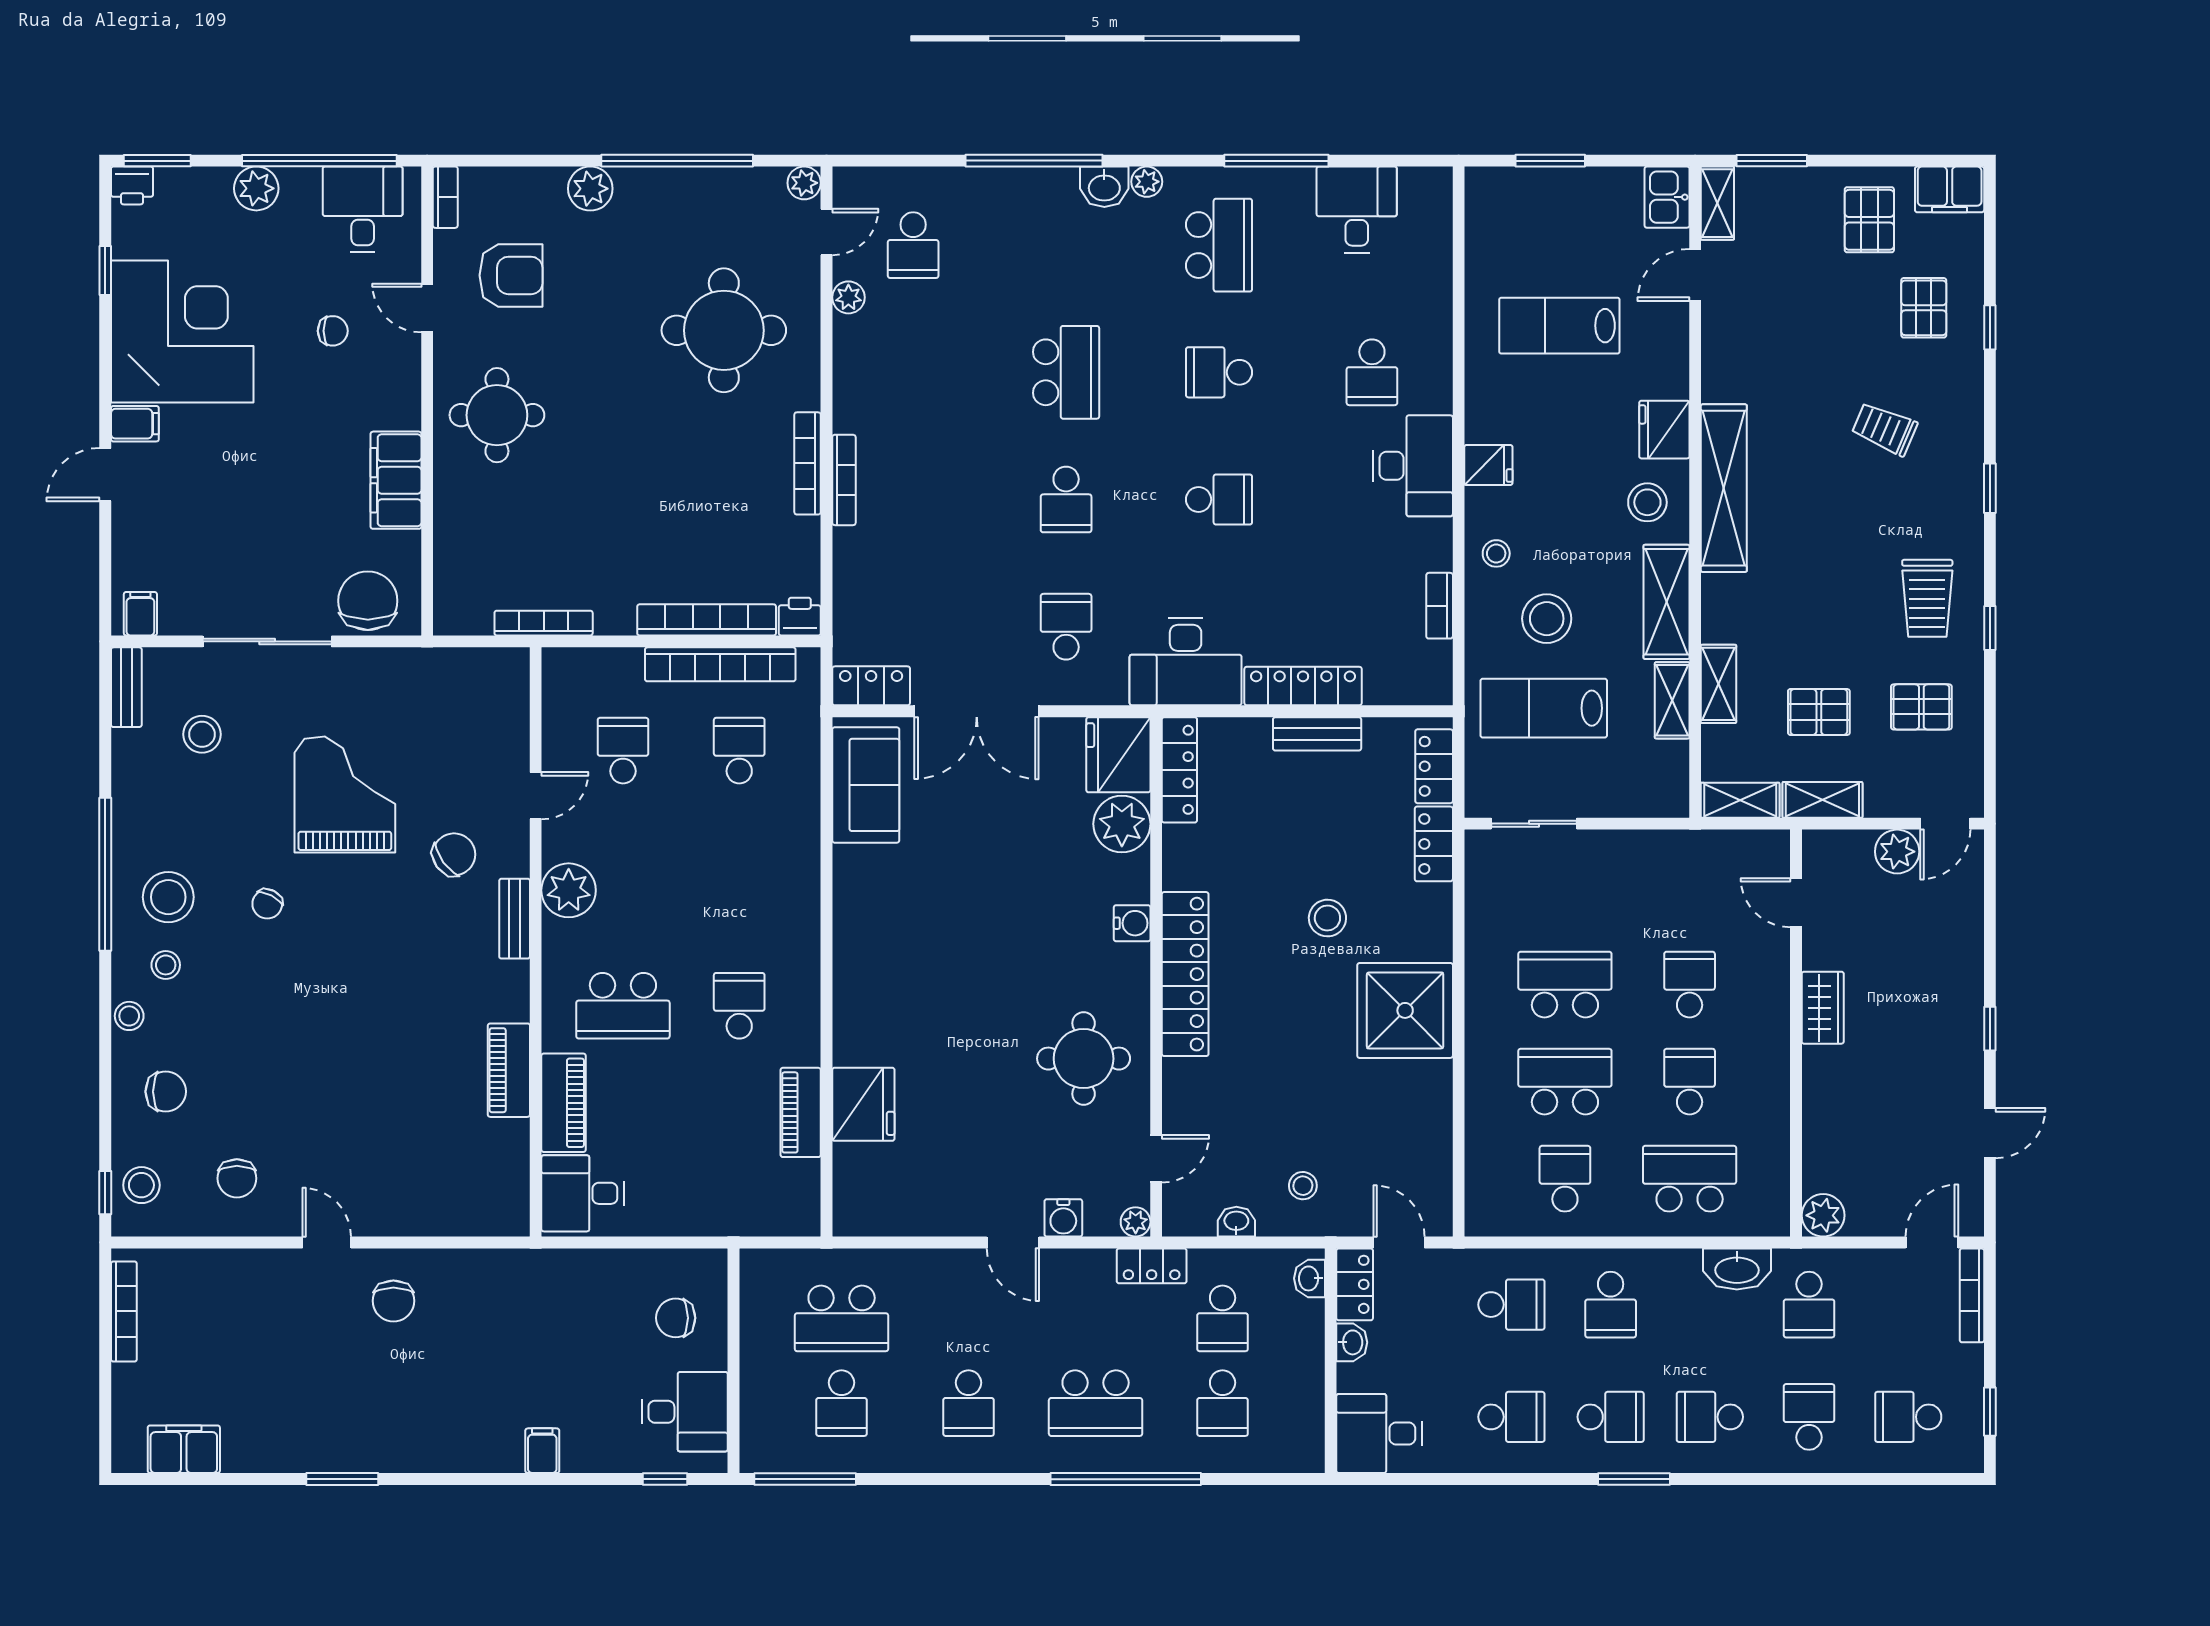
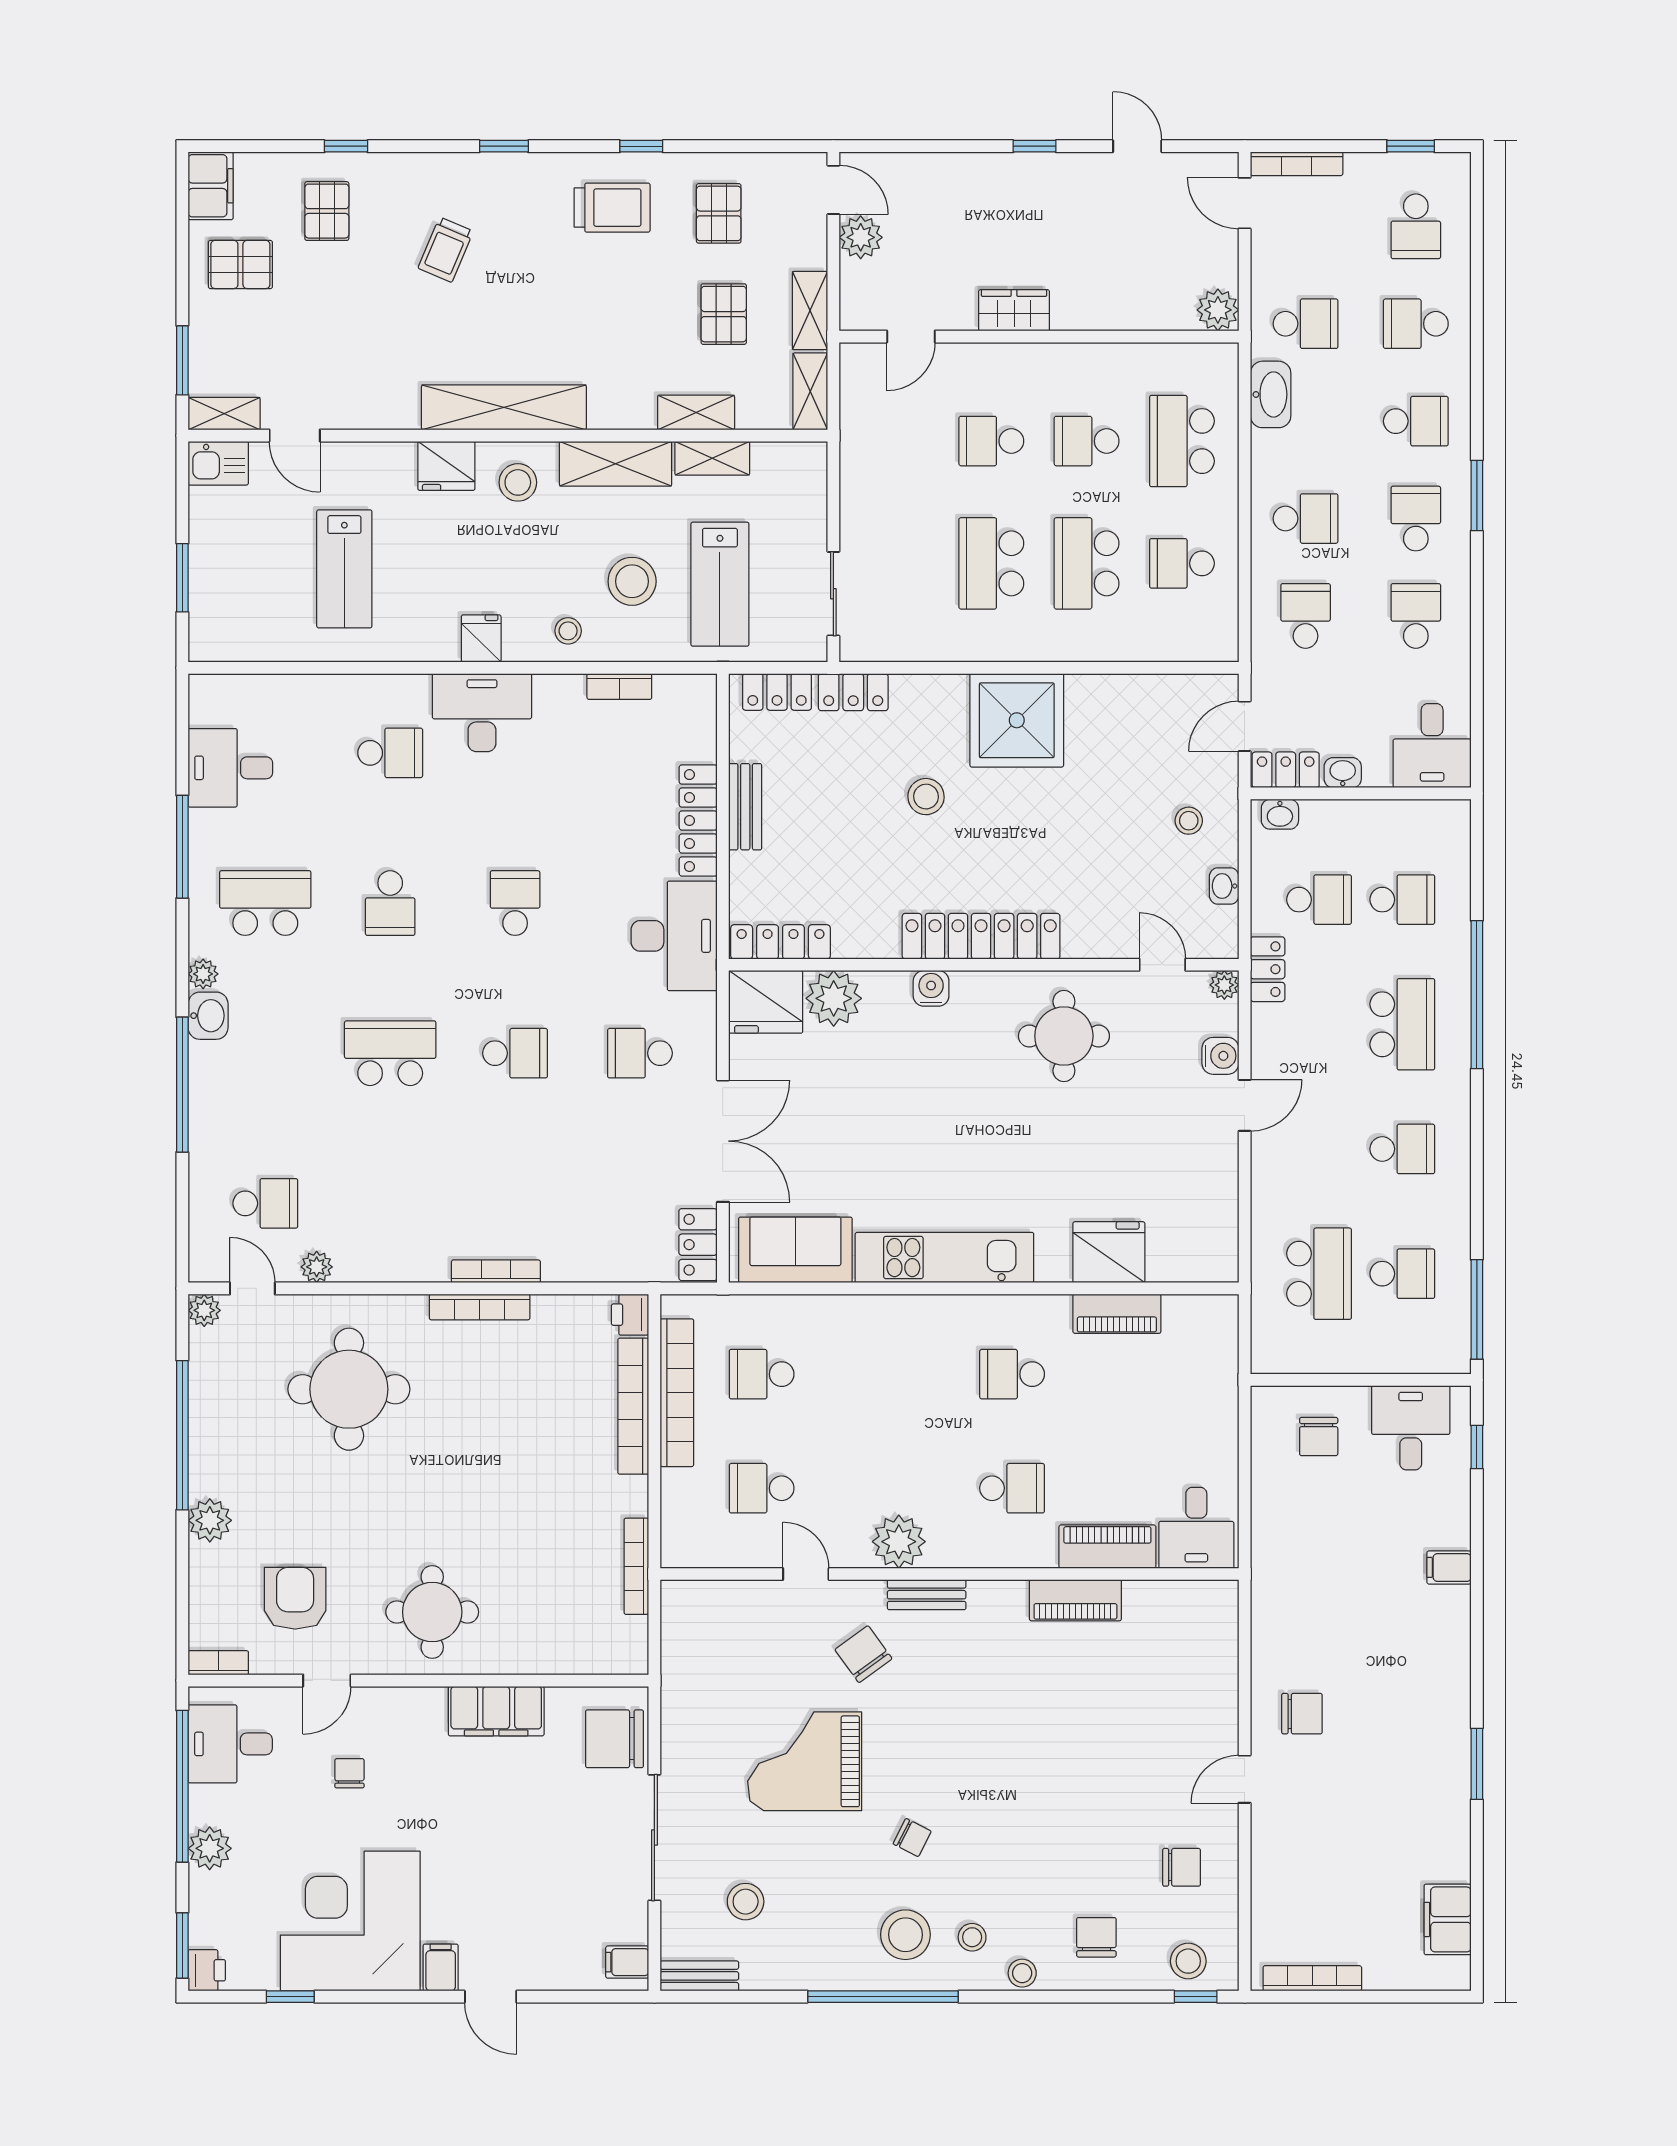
pallet: (1924, 308) -> (327, 211), turned 90
kitchen unit: (858, 937) -> (944, 1258), added
school desk: (623, 1006) -> (1012, 1488), width x0.54
school desk: (1710, 1417) -> (1416, 421), turned -90

